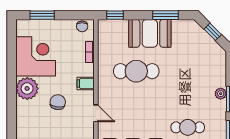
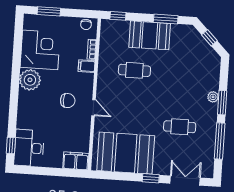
cafe table: (136, 71) -> (134, 70), width x0.73, depth x0.74
filing cabinet: (86, 83) -> (87, 66), moved
chair: (58, 102) -> (68, 101), moved, turned 83

